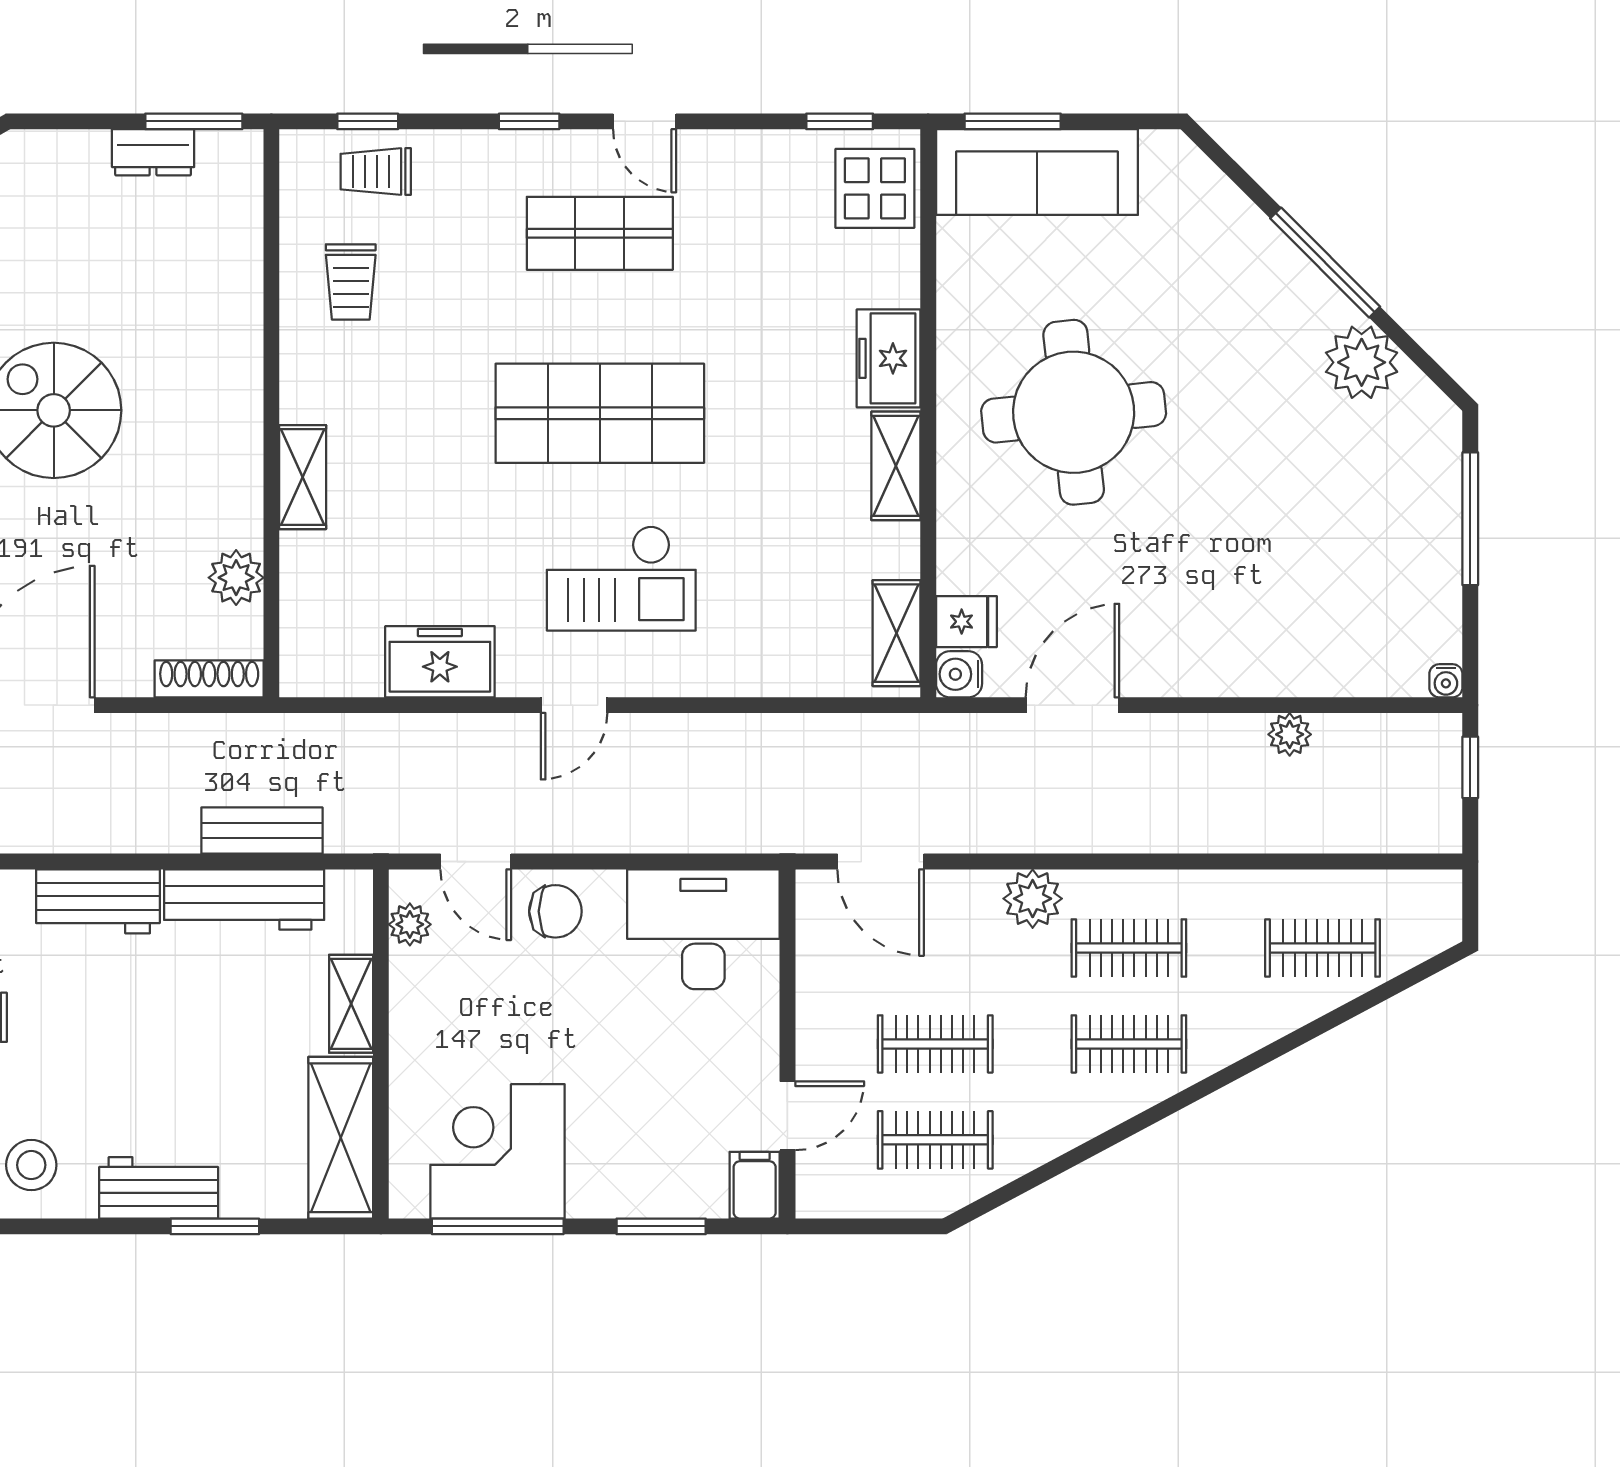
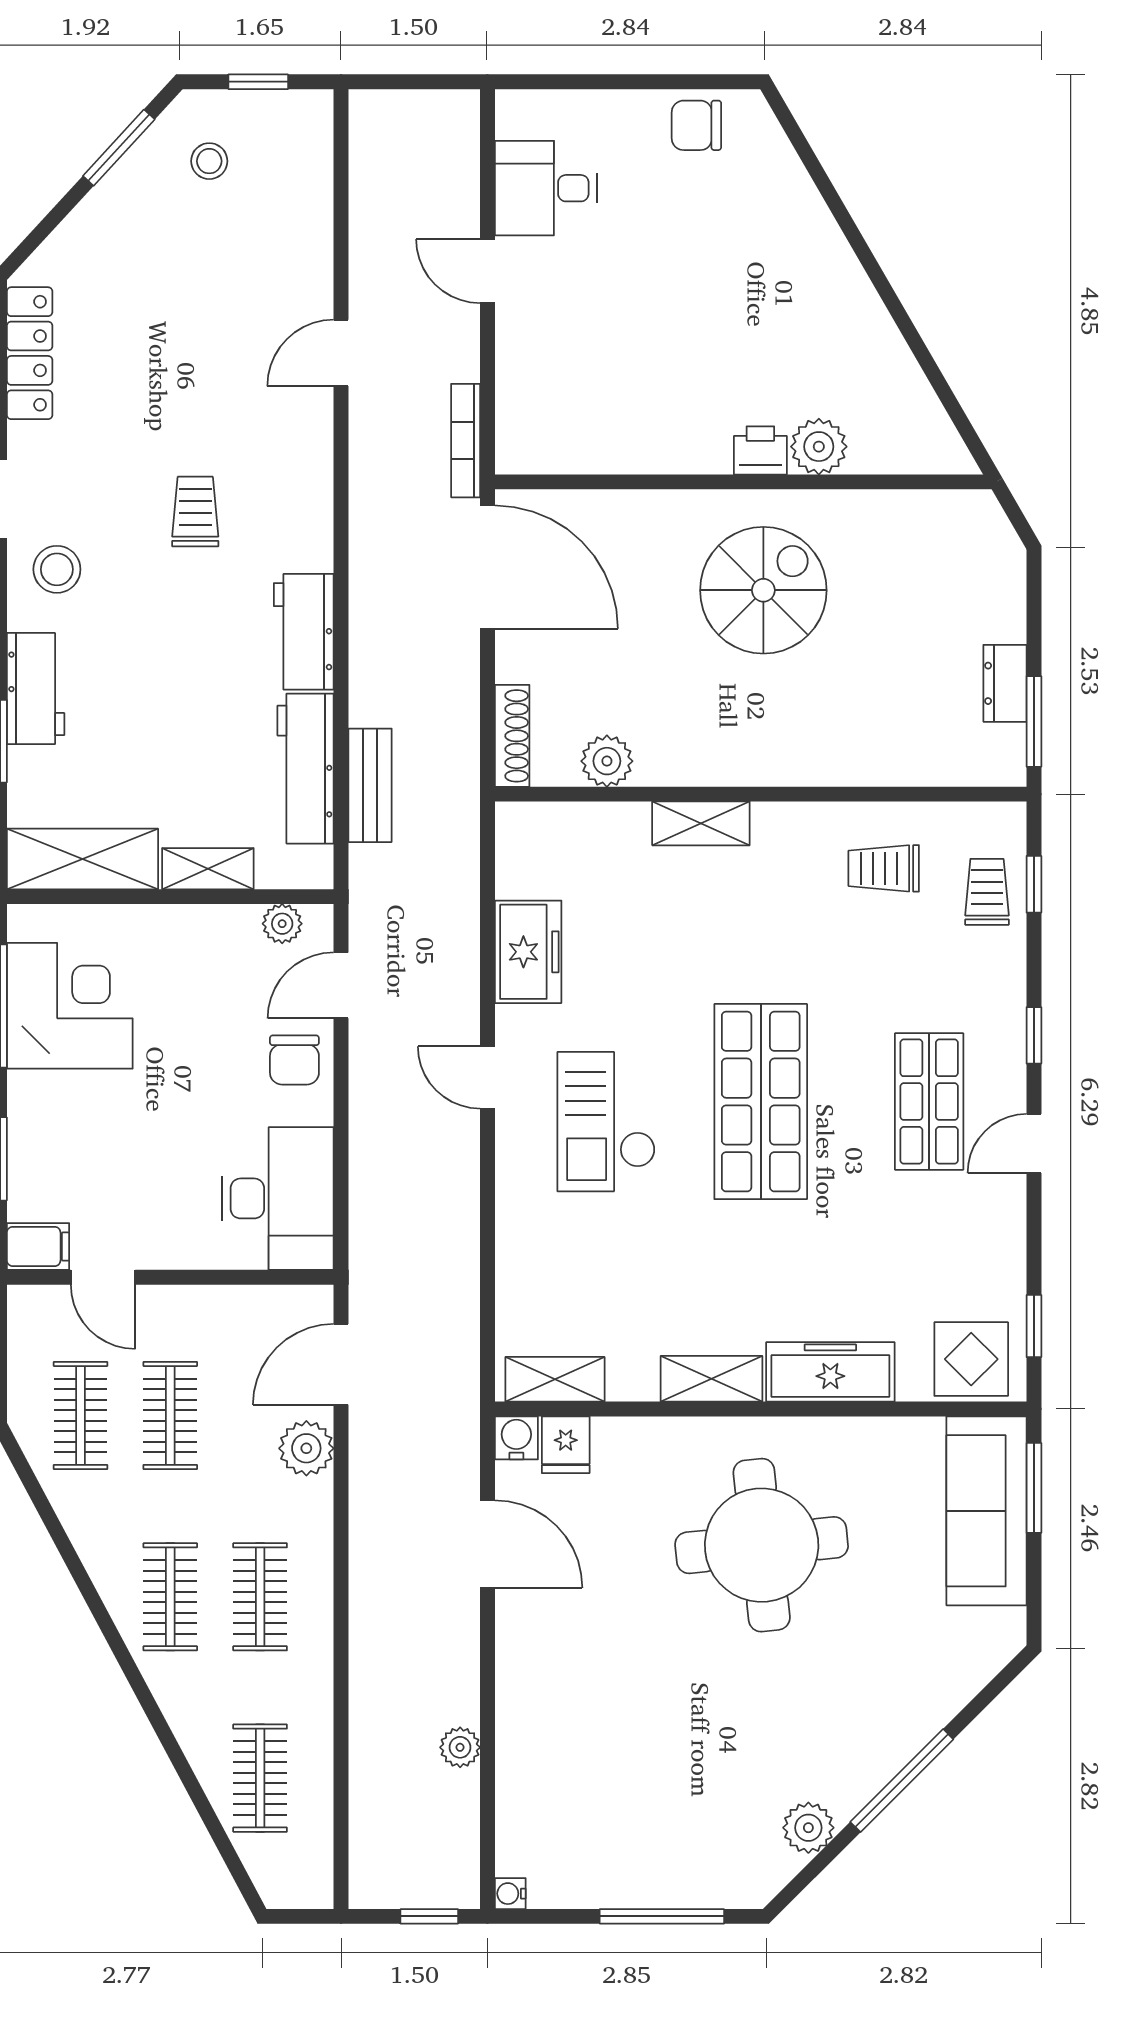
freezer: (889, 358) -> (830, 1372), width x1.40
plant: (1362, 362) -> (808, 1828), width x0.73, depth x0.73
plant: (1033, 899) -> (306, 1448), moved

